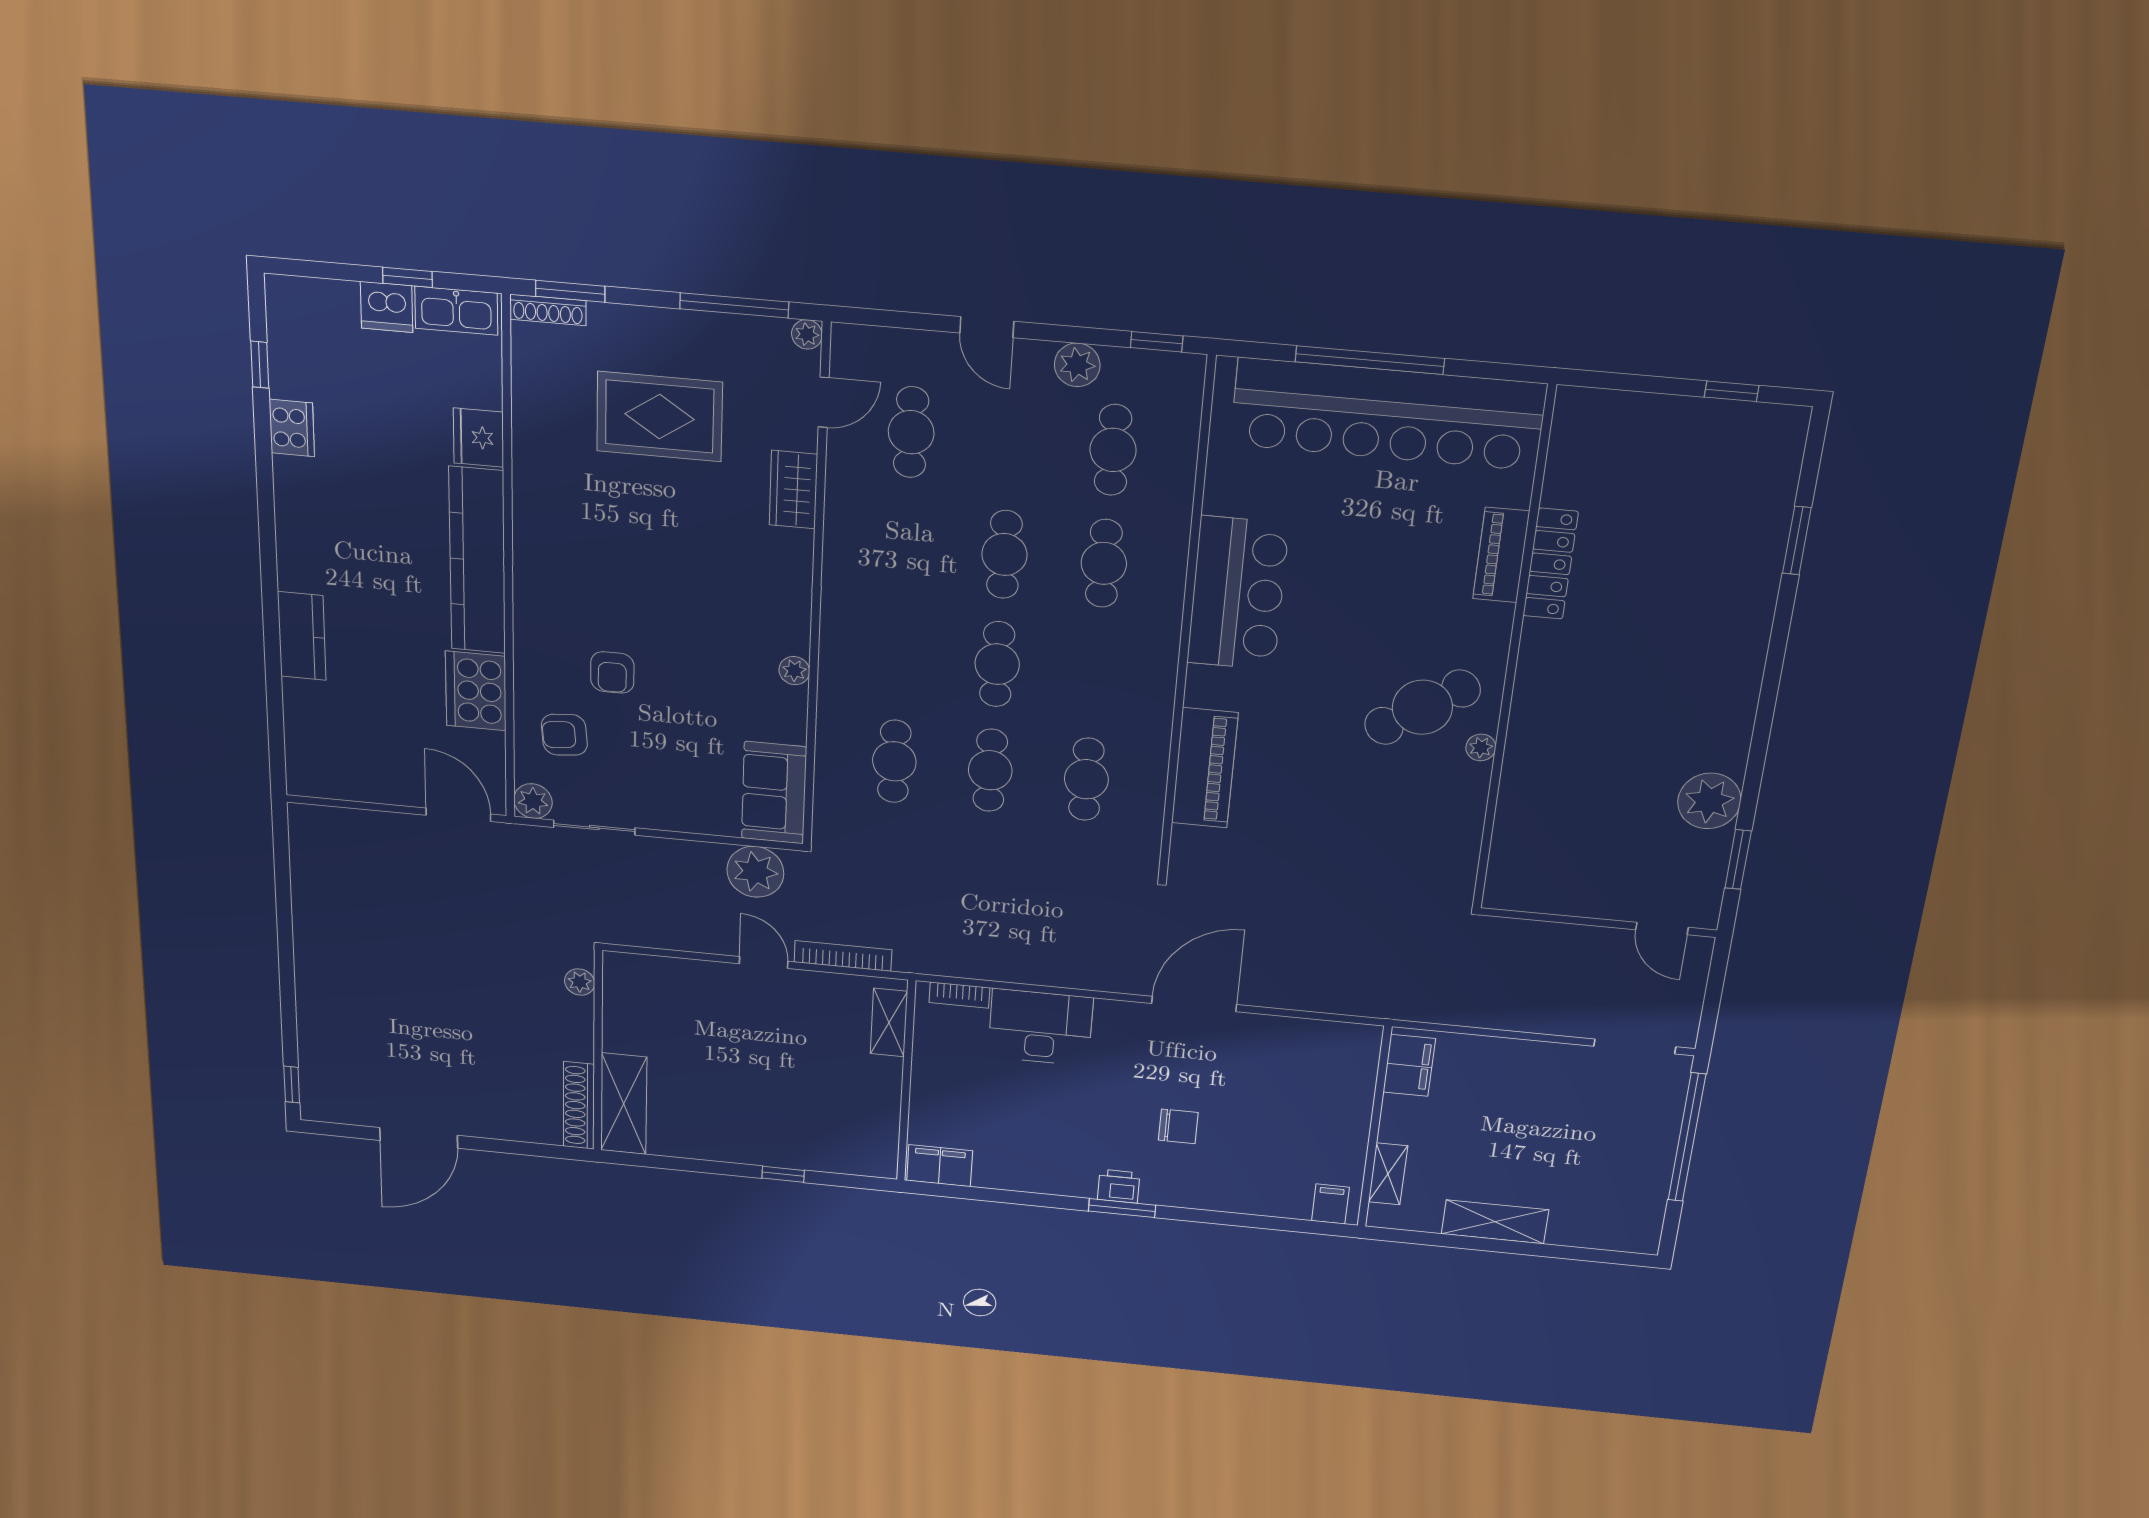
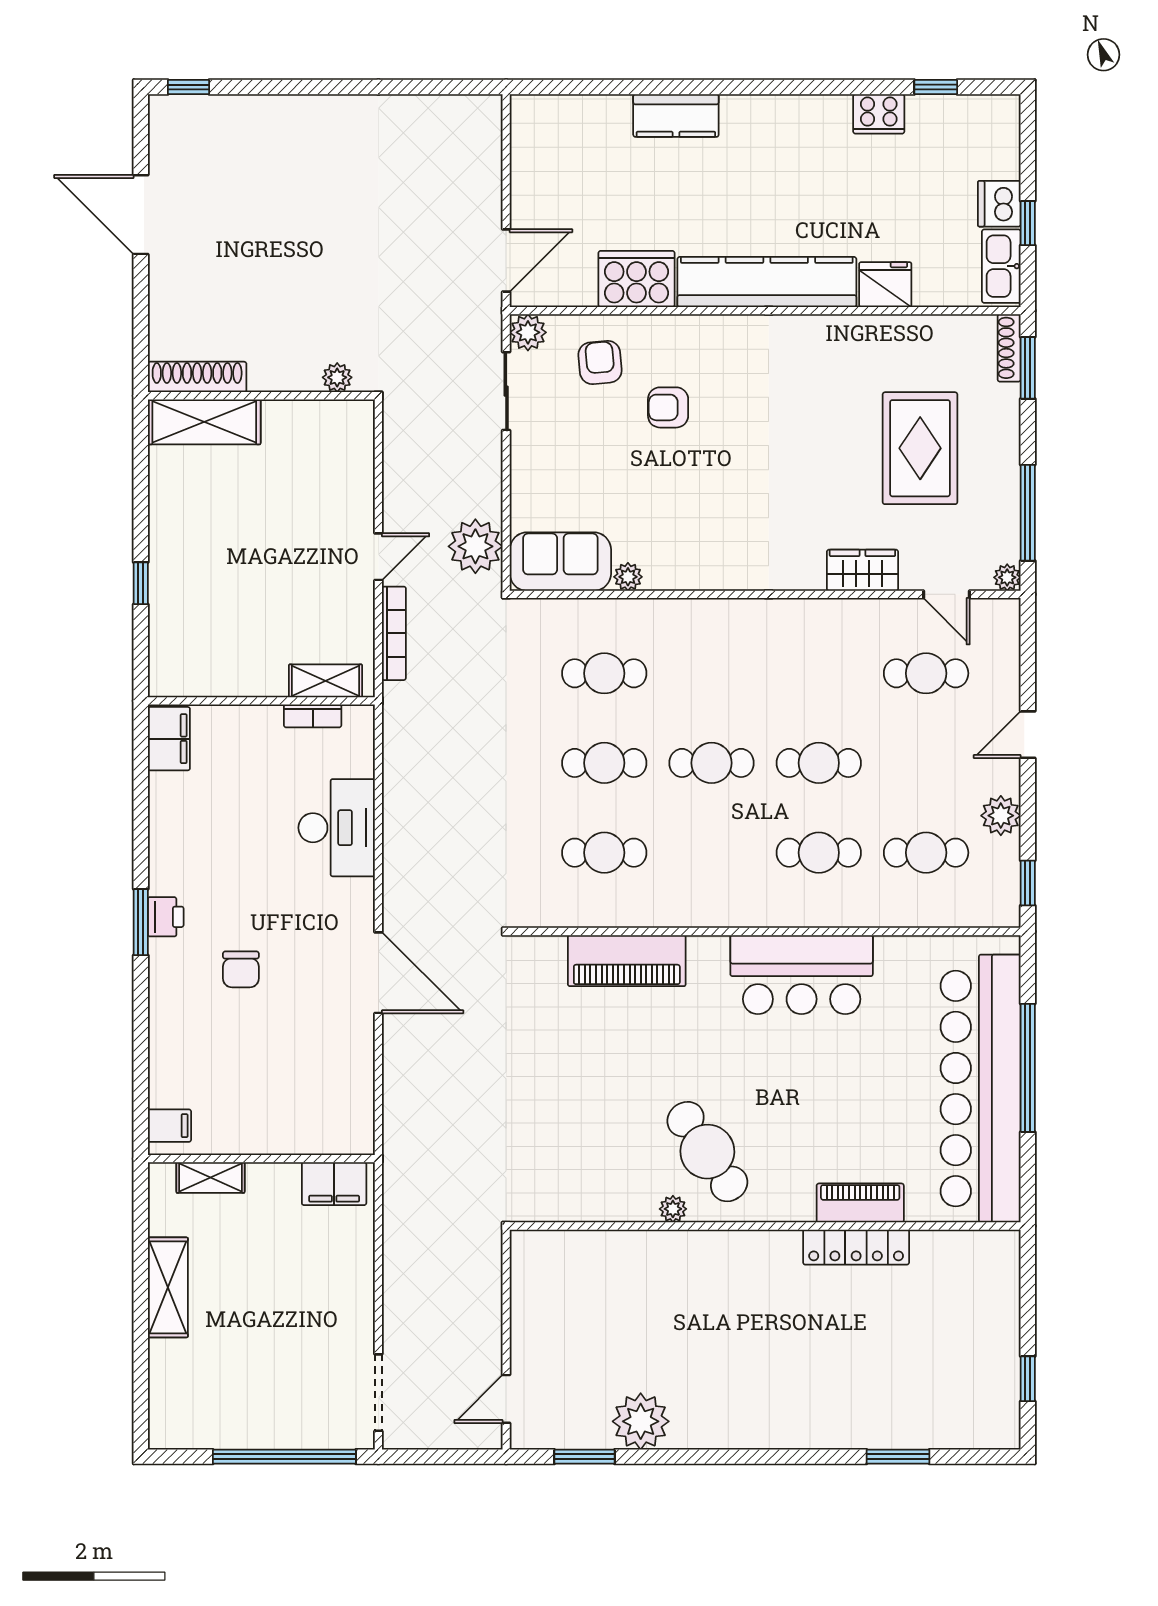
plant: (794, 671) -> (628, 577), moved
bookcase: (959, 995) -> (313, 716), moved, turned -90

